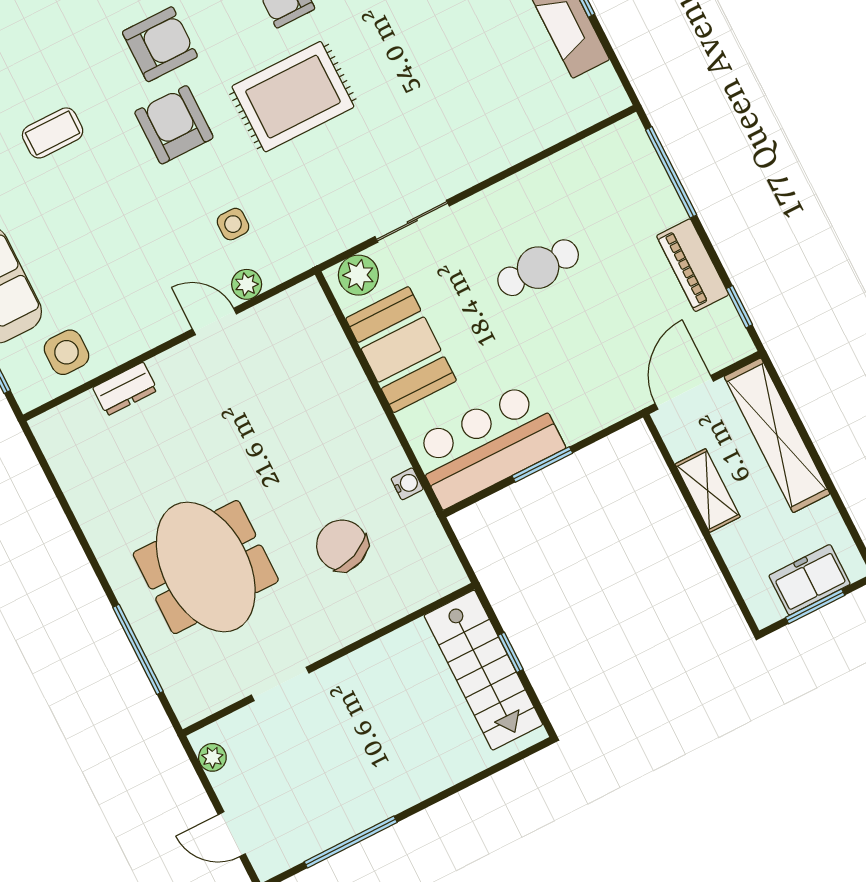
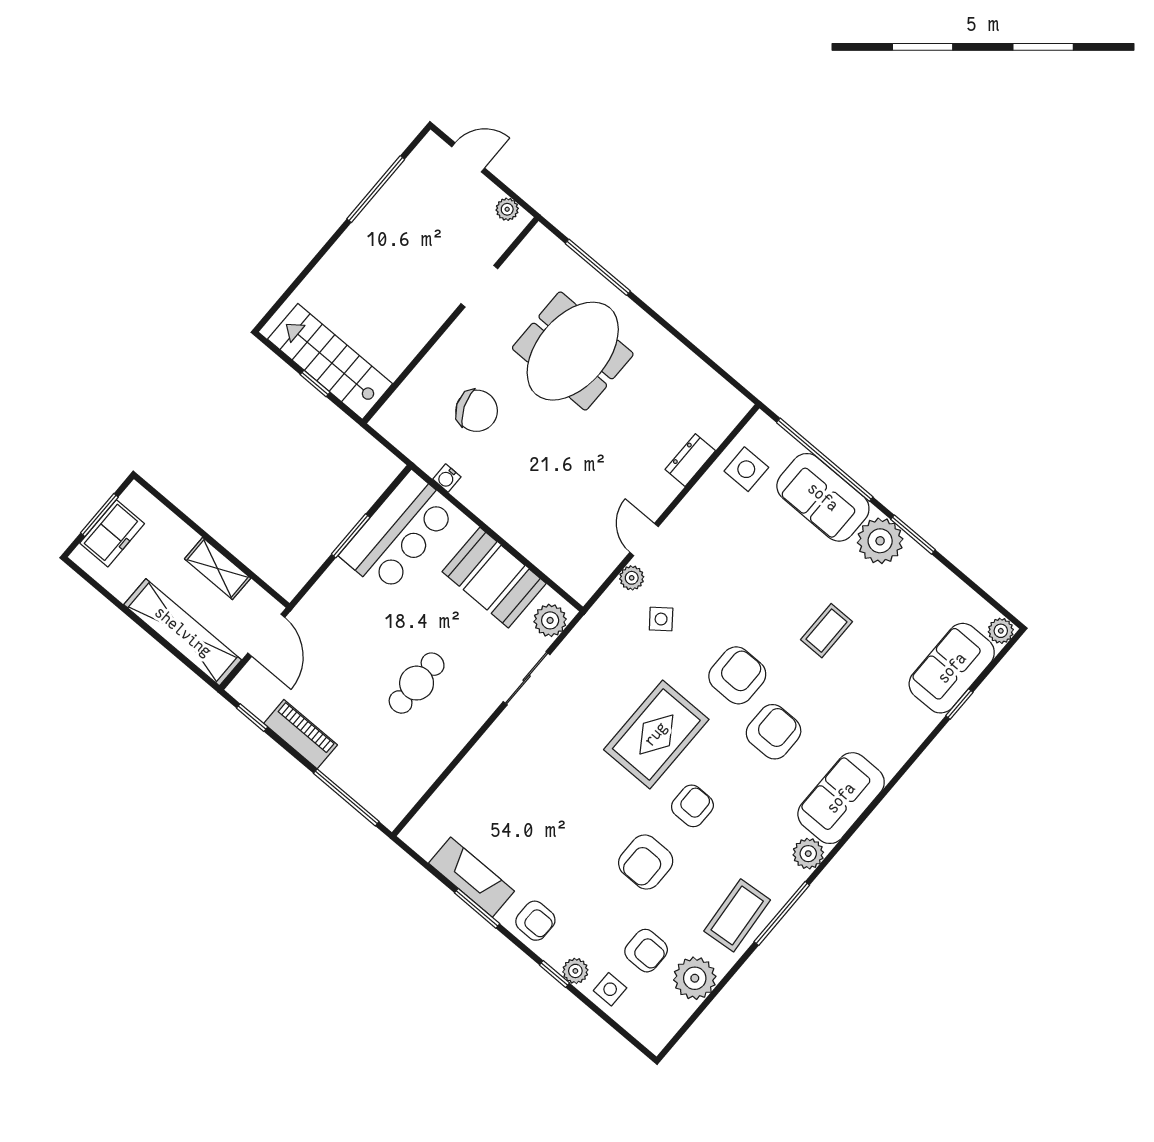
armchair: (160, 44) -> (774, 732), turned 180
armchair: (174, 125) -> (737, 675), turned -90
side table: (233, 224) -> (661, 619), turned -38
door: (214, 322) -> (644, 539), swing flipped
meeting table: (206, 567) -> (573, 351), turned 90

